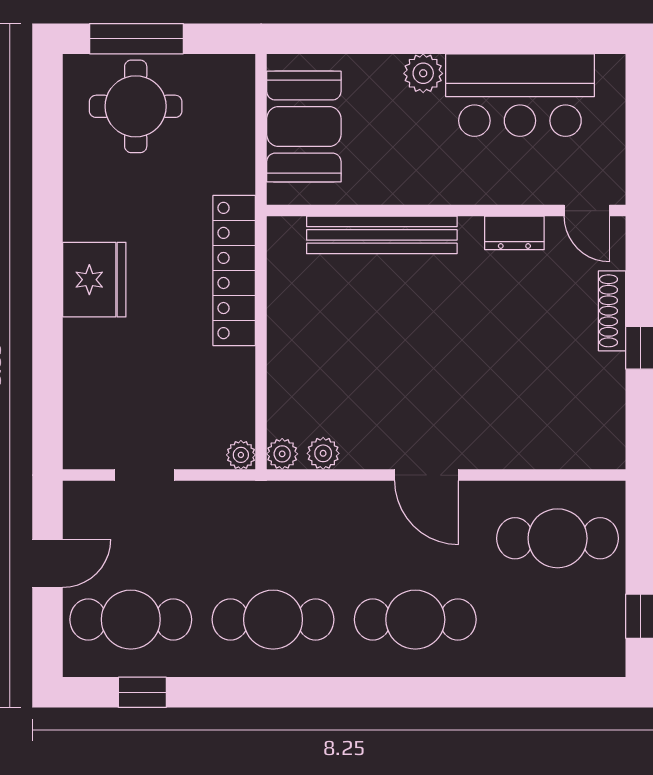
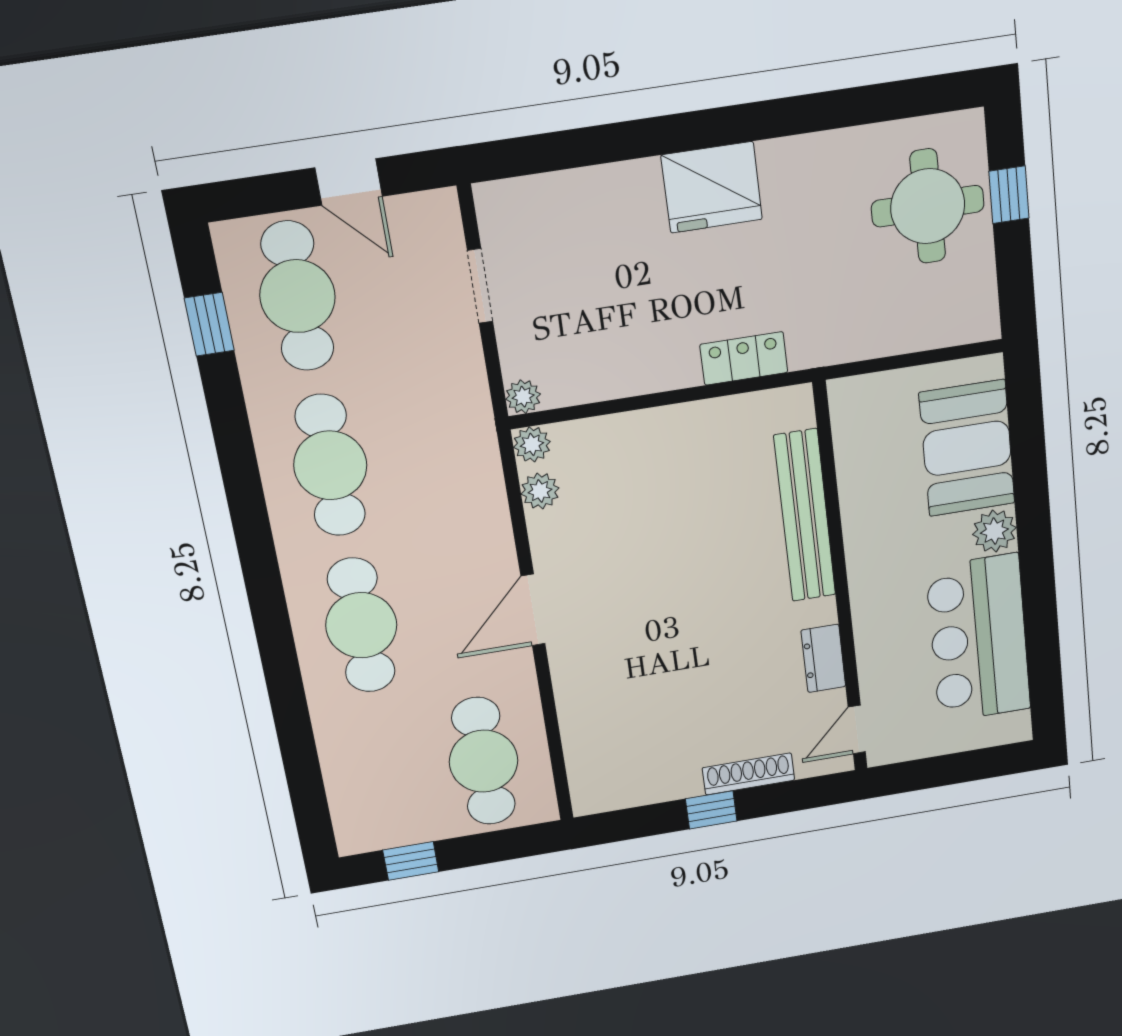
window: (136, 39) -> (1009, 195), width x0.46
booth: (304, 127) -> (967, 448), moved, turned 90
locker: (234, 270) -> (744, 358), width x0.46, depth x0.83

